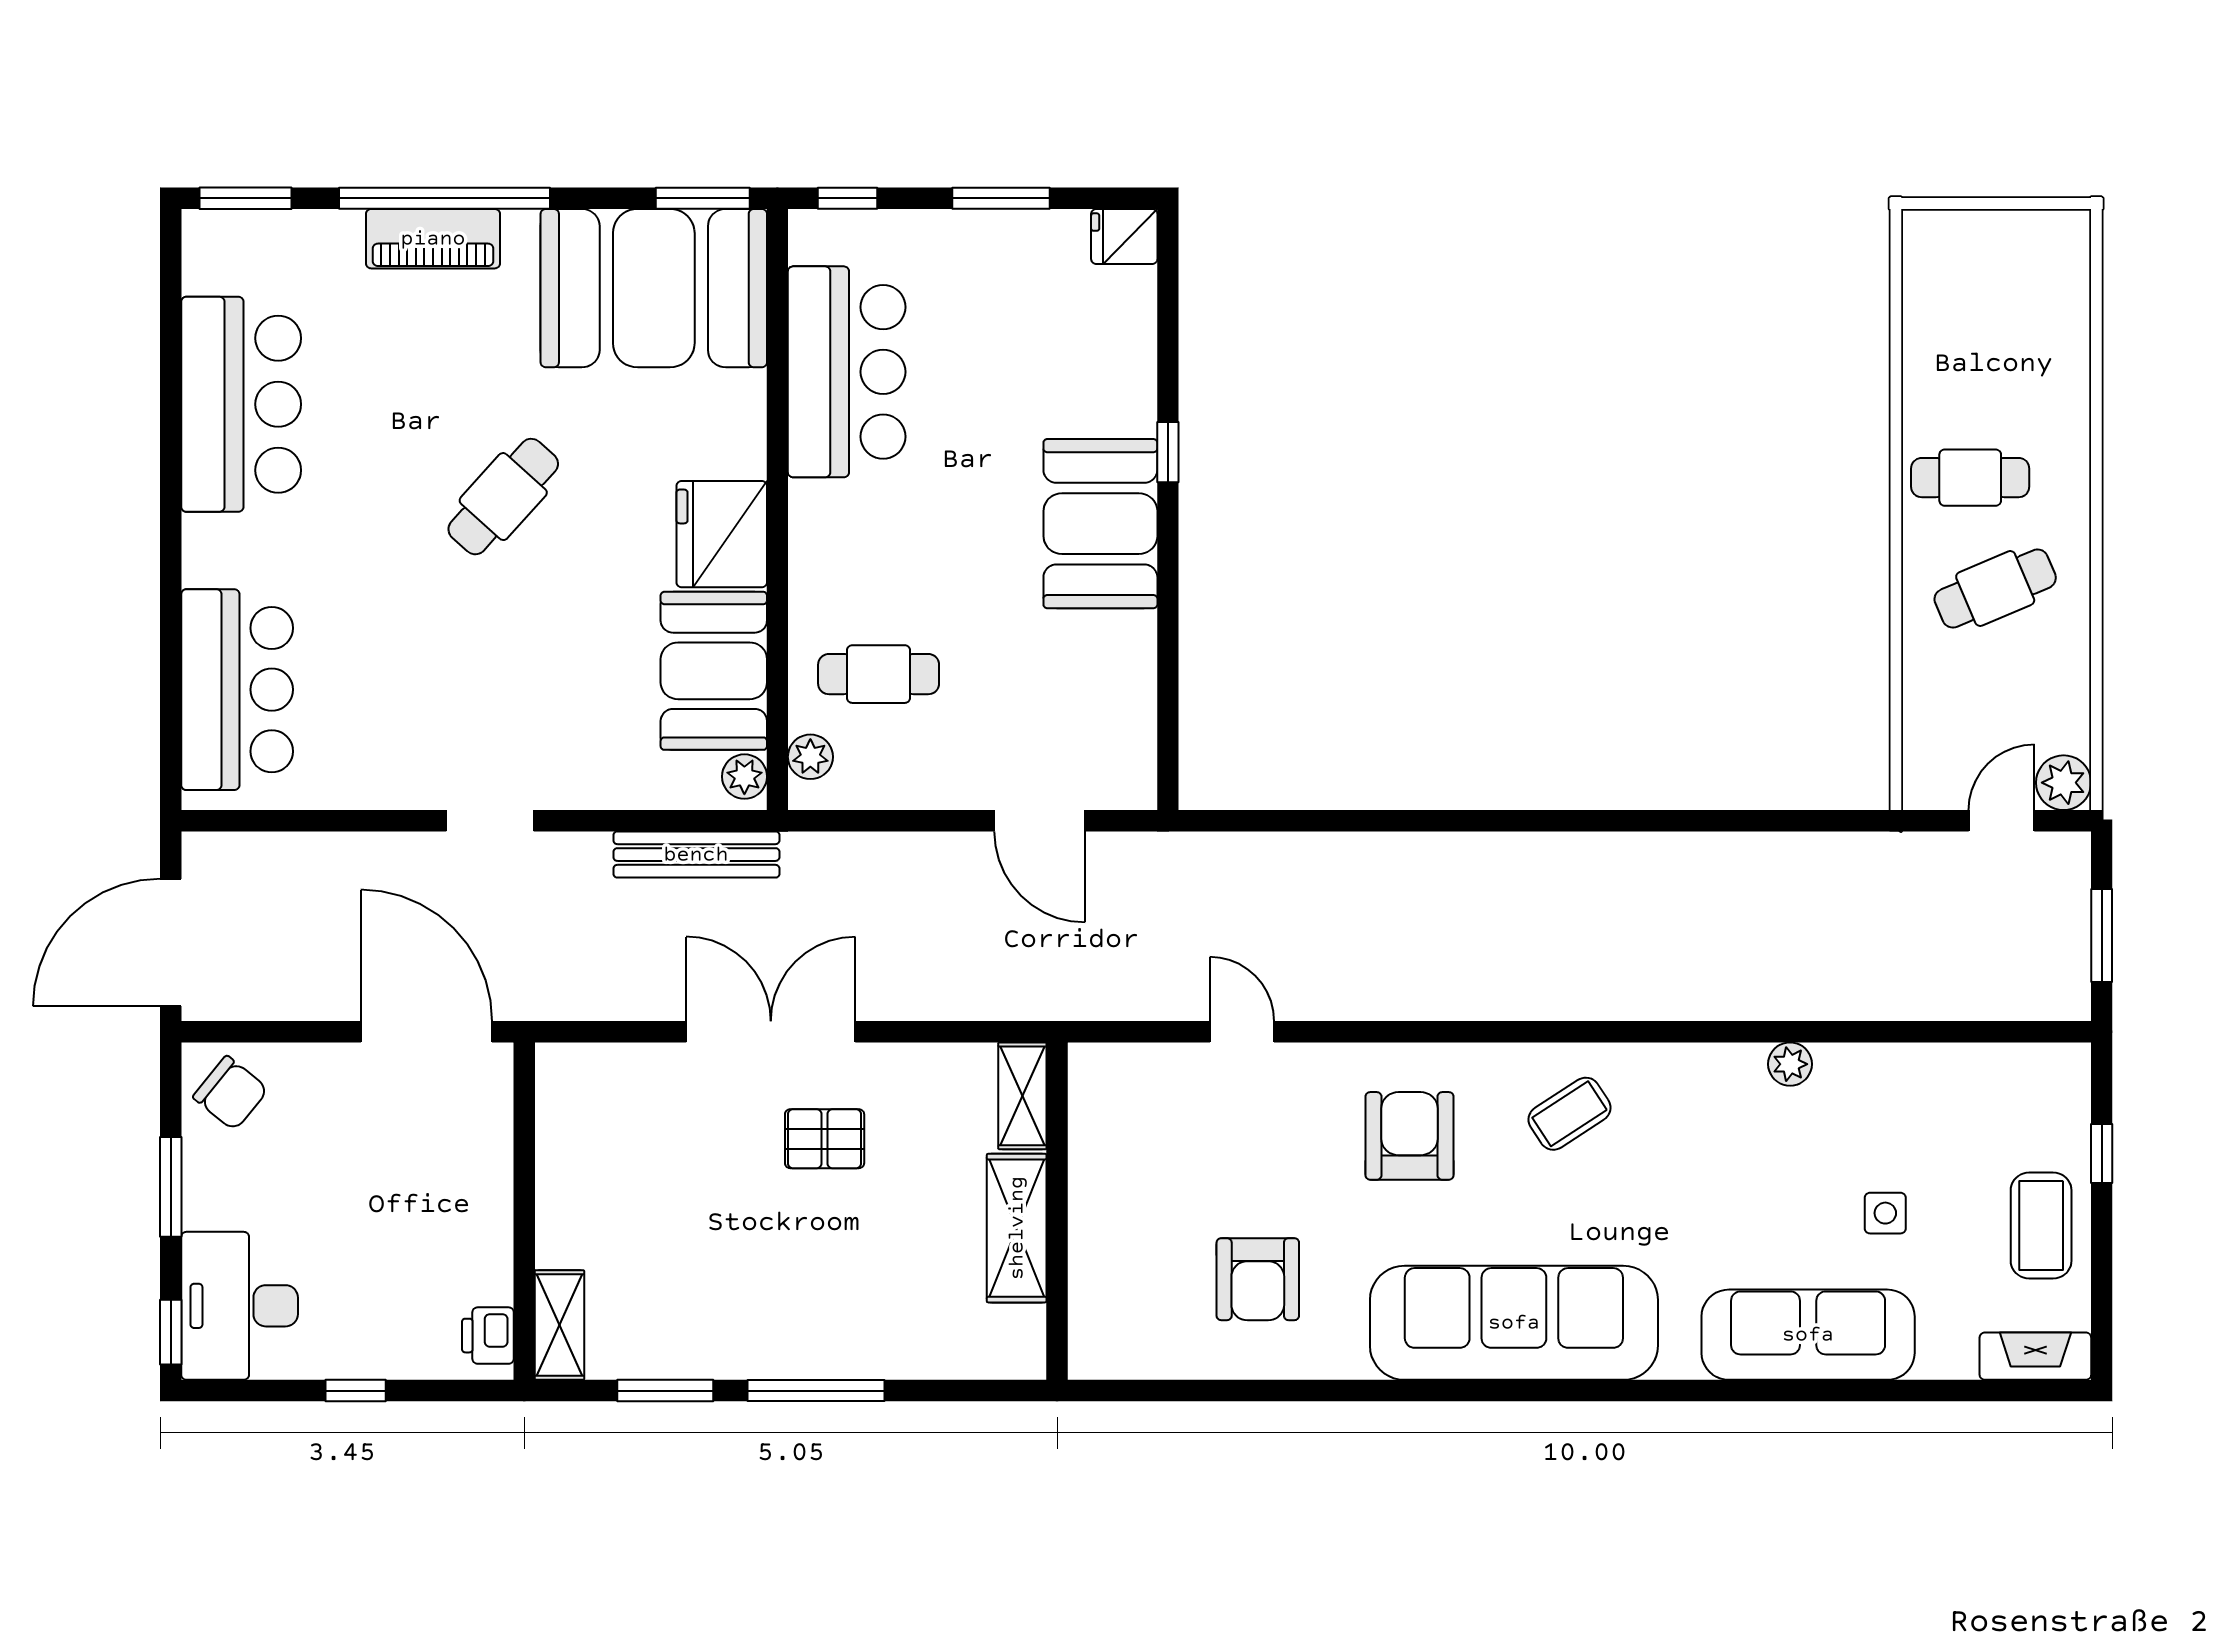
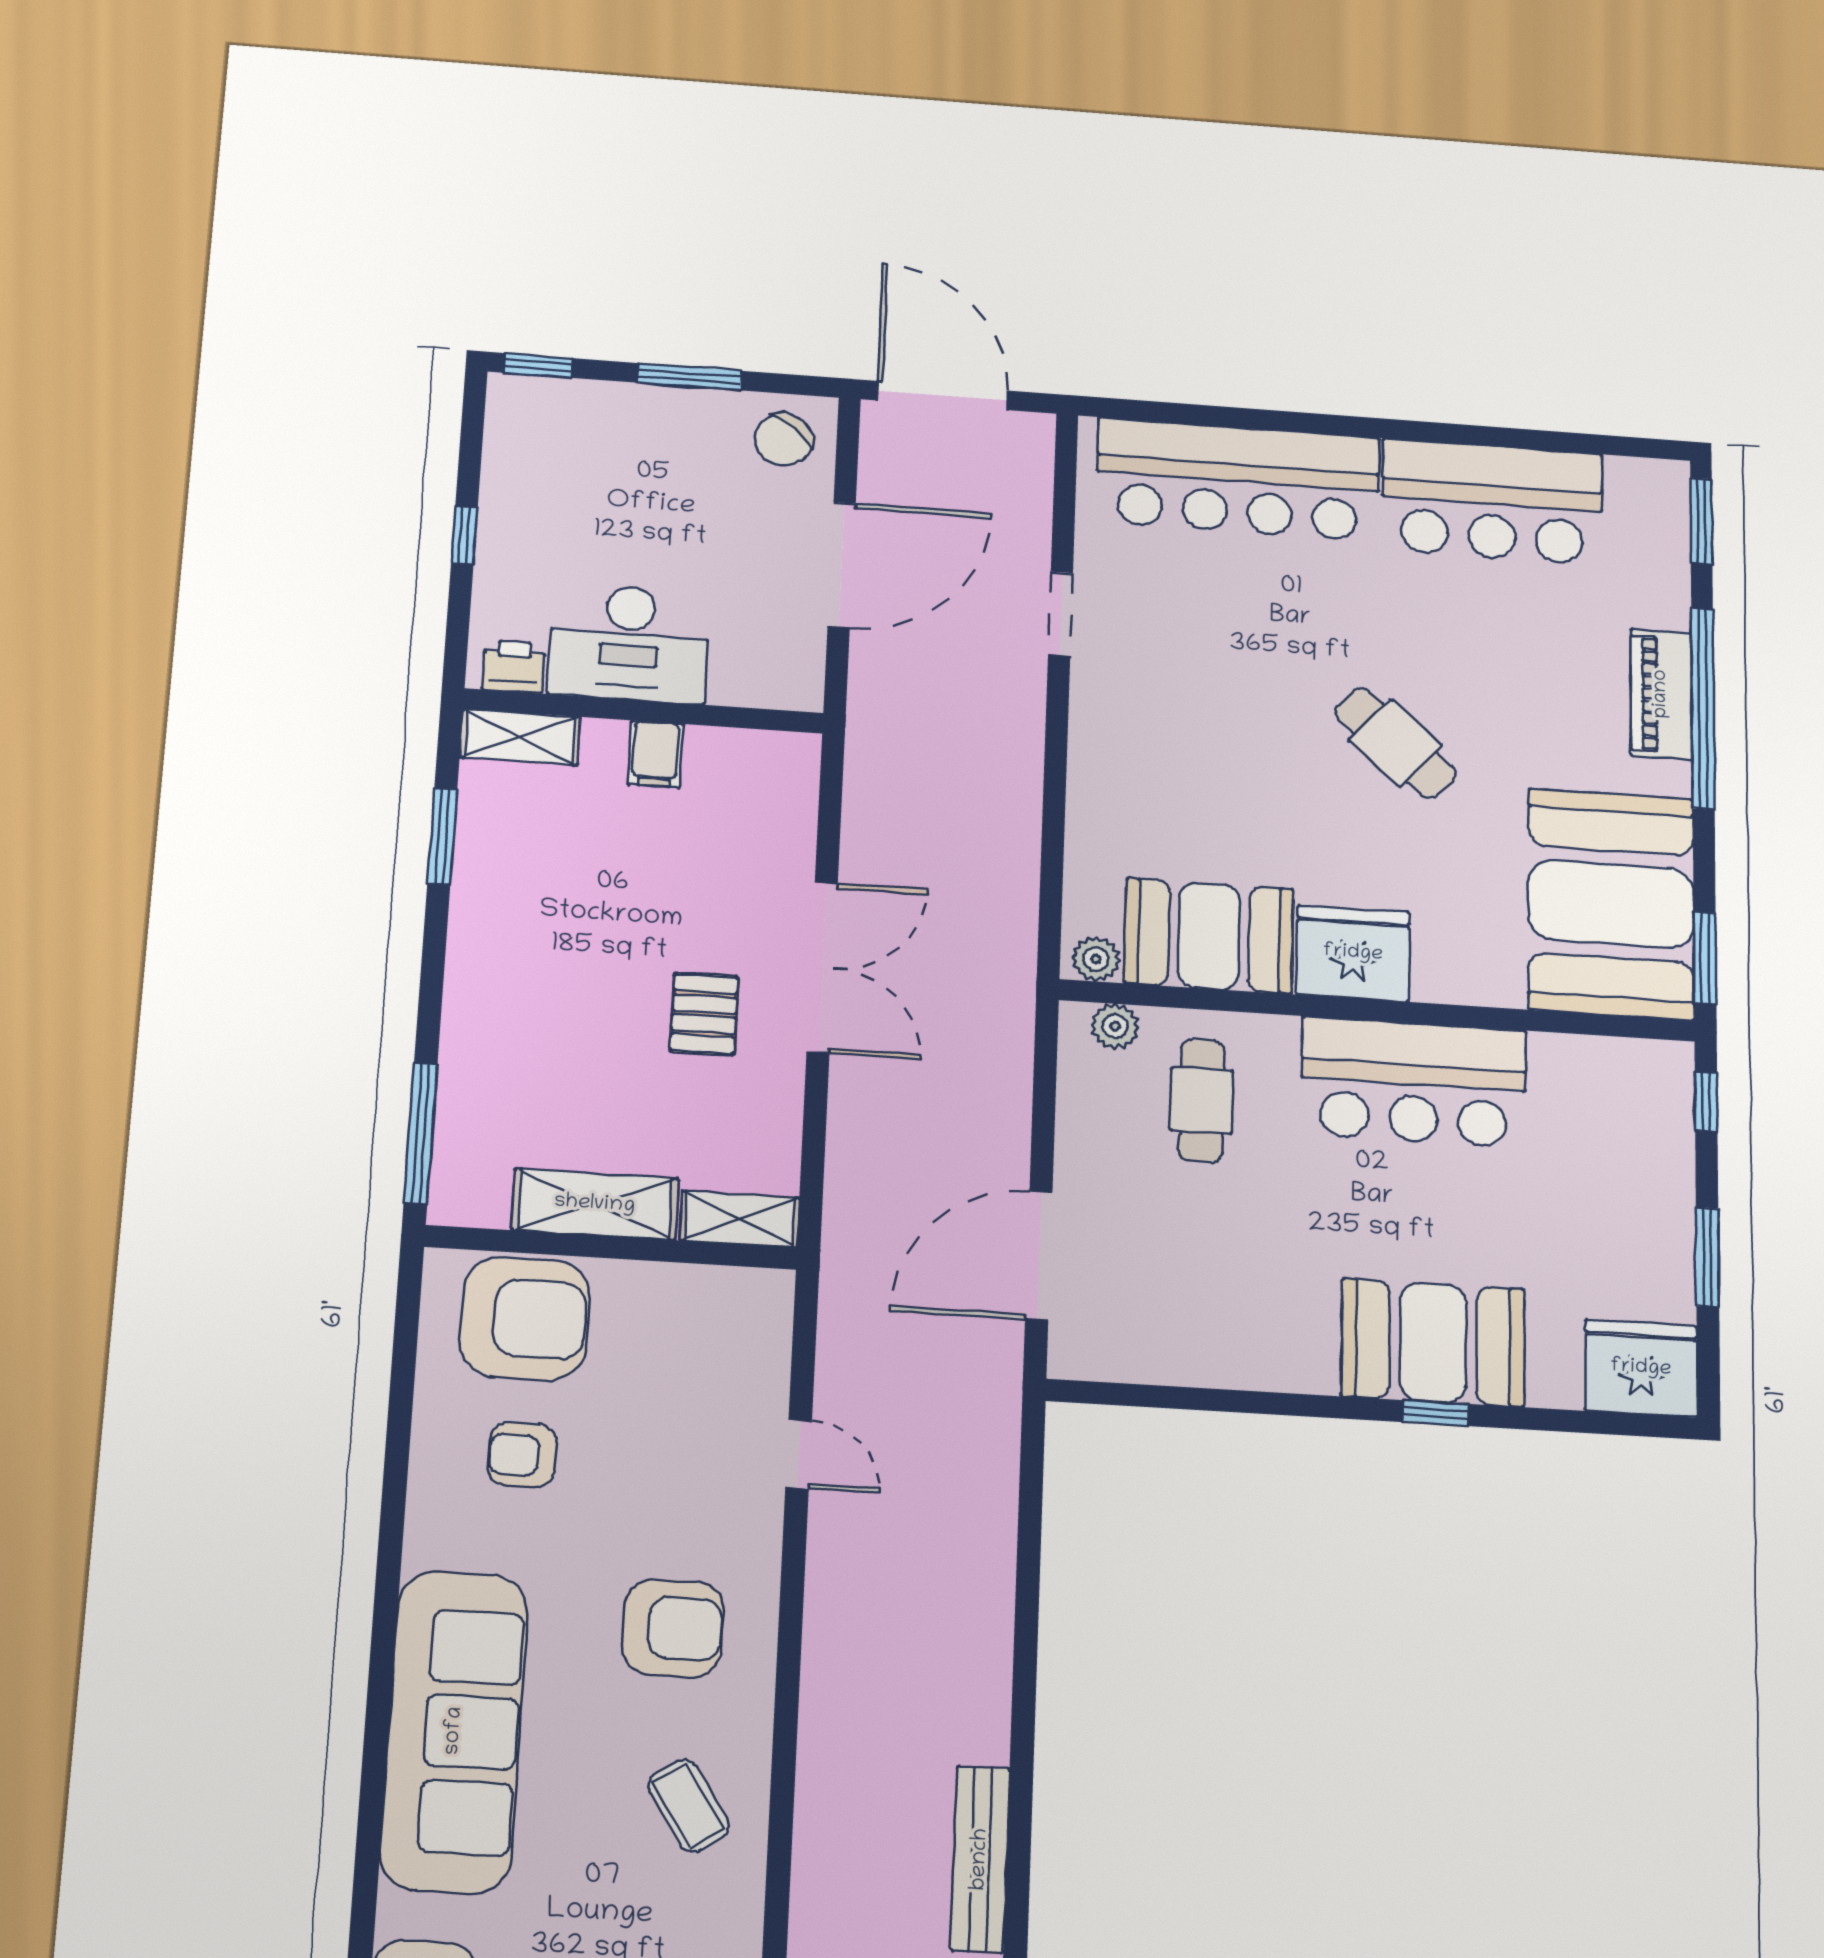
fridge: (1124, 236) -> (1641, 1368), width x1.88, depth x1.34
bar counter: (847, 372) -> (1414, 1082), moved
booth: (1100, 524) -> (1433, 1343), moved
bar counter: (237, 690) -> (1238, 479), width x1.36
doorway: (490, 821) -> (1061, 614), moved
door: (1040, 821) -> (1039, 1255), width x1.36
bench: (696, 855) -> (980, 1859), moved
door: (427, 1032) -> (842, 565), moved
door: (1242, 1032) -> (799, 1454), hinge flipped
filing cabinet: (567, 1198) -> (655, 754), added
armchair: (1258, 1279) -> (522, 1455), width x0.72, depth x0.72
armchair: (1130, 1285) -> (525, 1319), added
desk: (240, 1306) -> (629, 643), moved, turned 180
window: (816, 1391) -> (421, 1133), moved

